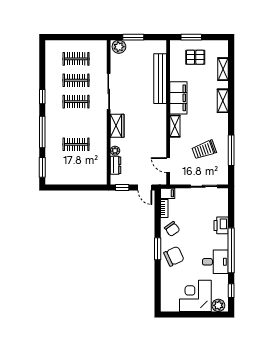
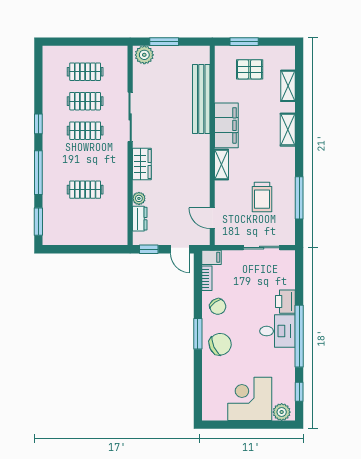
trolley: (204, 150) -> (262, 197), turned -70
desk: (215, 262) -> (278, 331), moved

